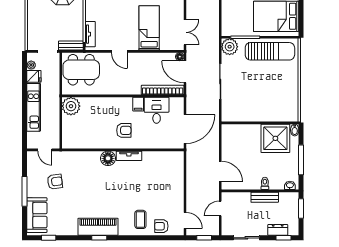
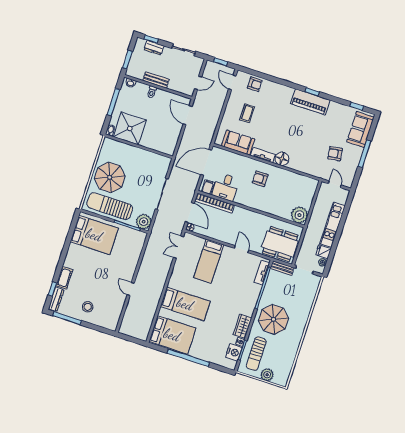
parasol: (280, 81) -> (110, 177), added
filing cabinet: (138, 104) -> (208, 187), moved
sofa: (159, 160) -> (238, 142), added
coffee table: (140, 219) -> (247, 113), moved

